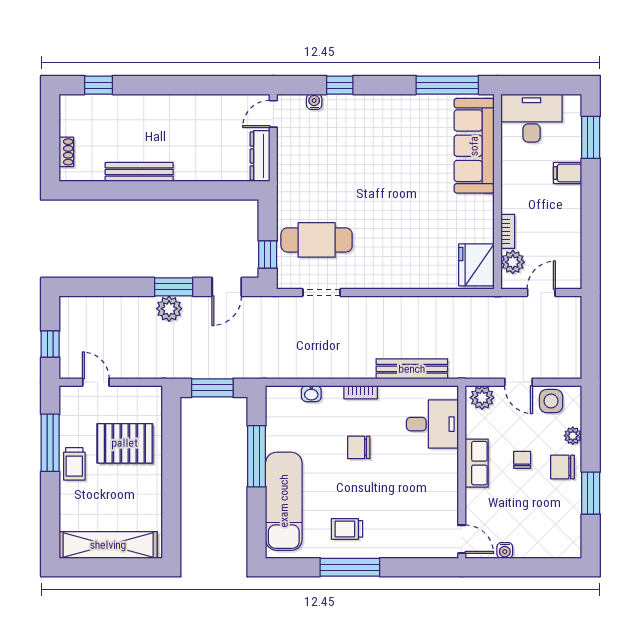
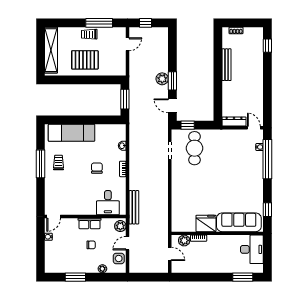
window: (340, 85) -> (267, 159), width x3.17
window: (447, 85) -> (267, 210), width x0.46
filing cabinet: (568, 173) -> (226, 266), removed
fridge: (476, 265) -> (206, 223), moved
bench: (412, 369) -> (134, 207), moved
pallet: (125, 443) -> (85, 60), moved, turned 90
window: (257, 456) -> (93, 120), removed
chair: (563, 467) -> (88, 264), removed

